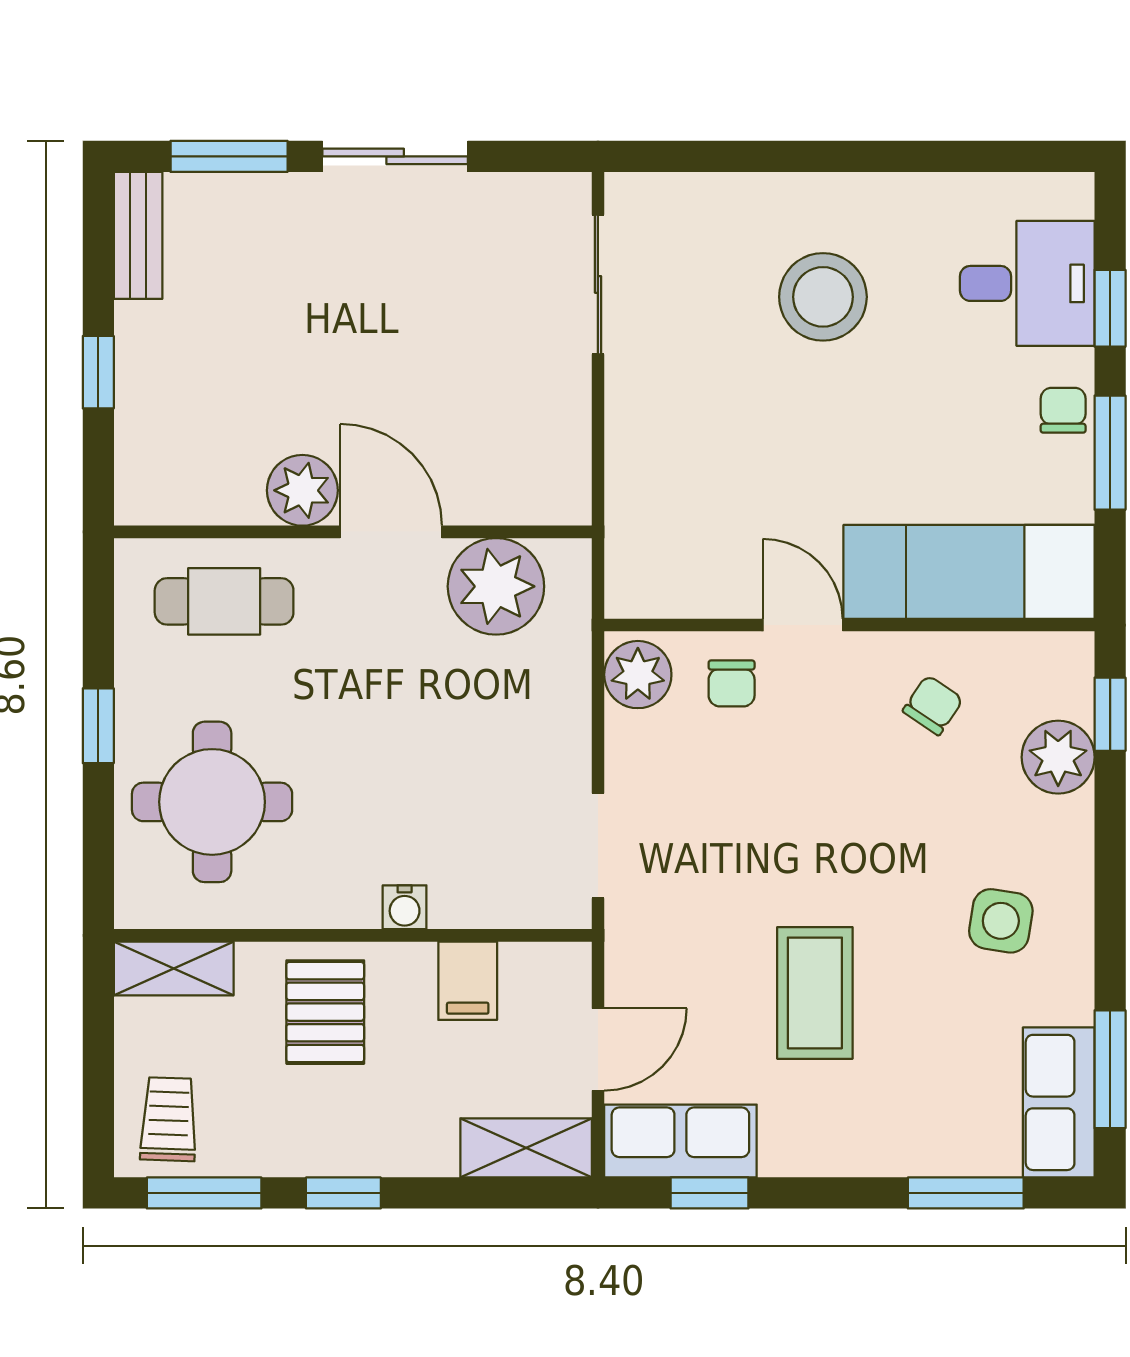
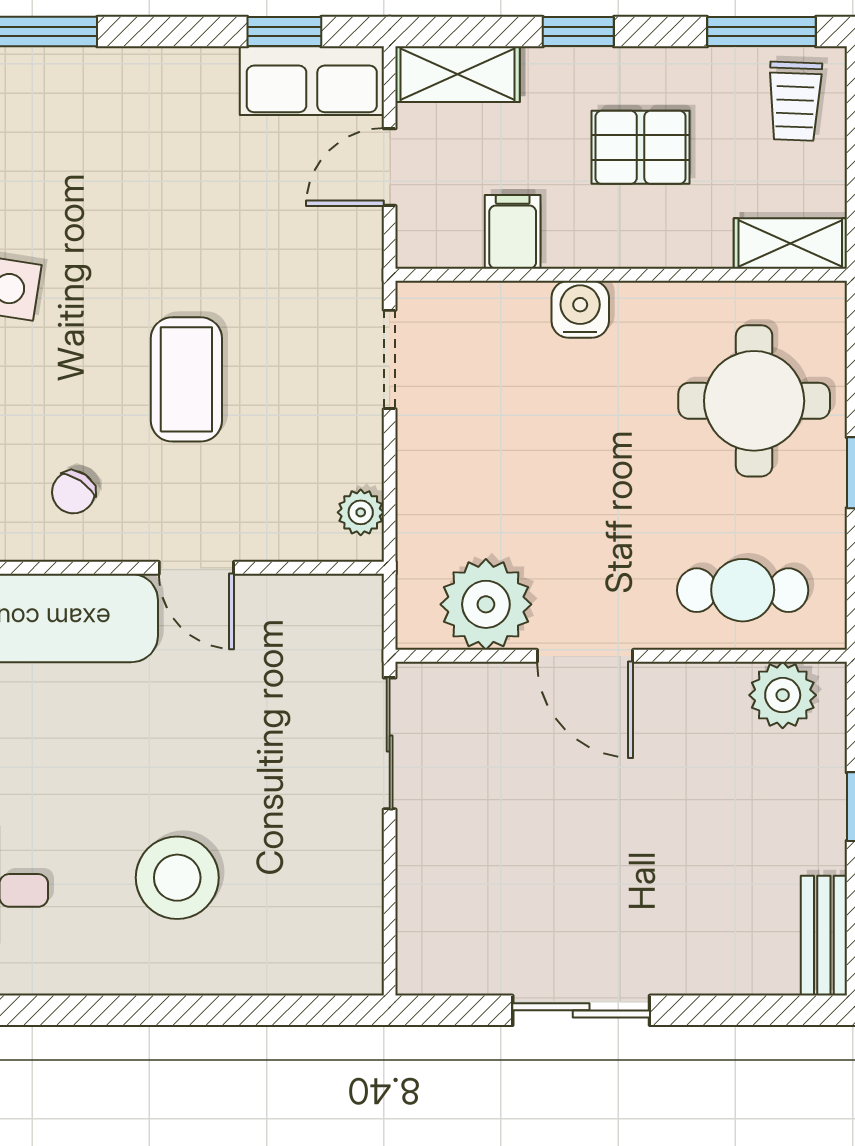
window: (229, 156) -> (738, 1010), removed
sliding door: (598, 284) -> (390, 743), moved
plant: (302, 490) -> (783, 695), moved
plant: (638, 675) -> (361, 512), width x0.73, depth x0.73
chair: (732, 683) -> (263, 513), removed
water cooler: (405, 907) -> (580, 309), width x1.38, depth x1.38
coffee table: (815, 993) -> (186, 379), moved
pallet: (325, 1012) -> (641, 147), moved, turned 90
window: (343, 1193) -> (578, 32), moved

